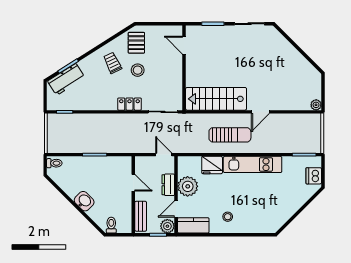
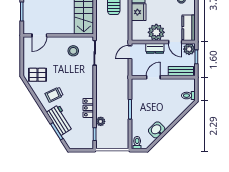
stool: (138, 70) -> (73, 51), moved
workbench: (66, 79) -> (60, 120), moved
locker: (129, 104) -> (88, 108), moved
plant: (80, 119) -> (101, 121), added
washbasin: (84, 201) -> (157, 130), moved

